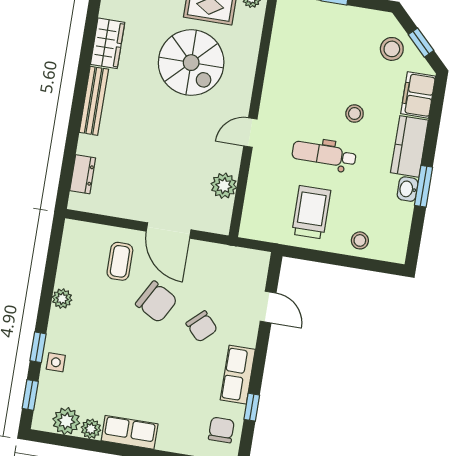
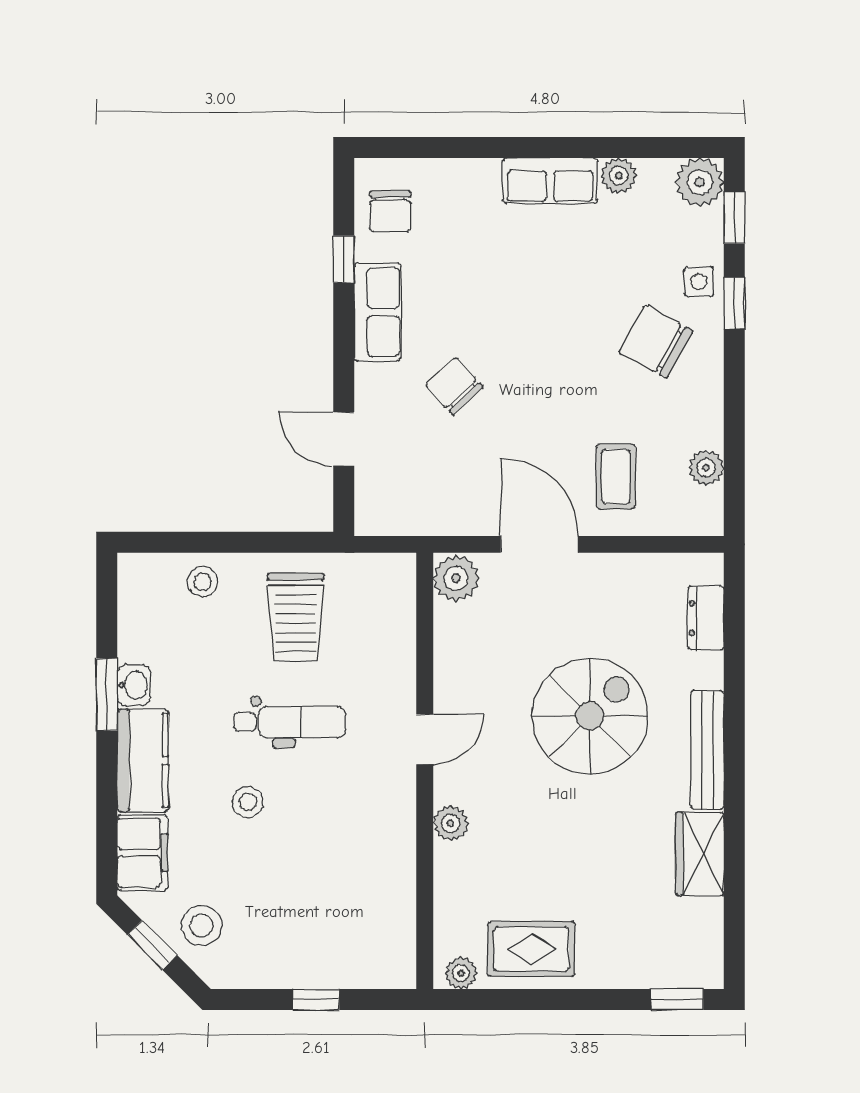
spiral stairs: (191, 63) -> (590, 716), moved, turned 90
plant: (244, 83) -> (451, 823), added
plant: (224, 186) -> (456, 578), moved
plant: (62, 299) -> (706, 468), moved
chair: (156, 302) -> (656, 342), moved
plant: (66, 421) -> (700, 182), moved

